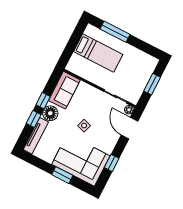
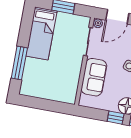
bed: (98, 53) -> (41, 33), moved, turned 180
sofa: (64, 90) -> (94, 77), moved, turned 90

